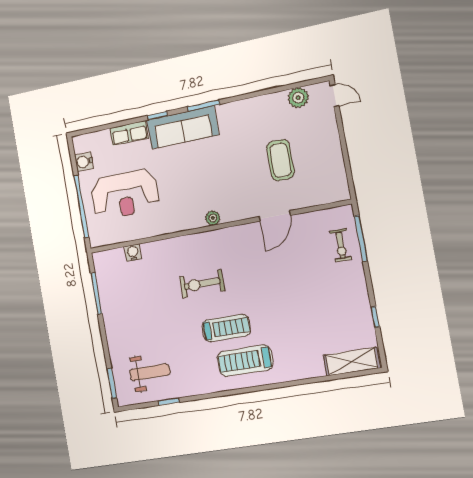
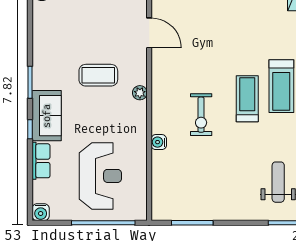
sofa: (183, 127) -> (47, 116), width x0.73
coffee table: (280, 160) -> (98, 75), moved
water cooler: (84, 162) -> (41, 212), moved
water cooler: (133, 253) -> (159, 142), moved

